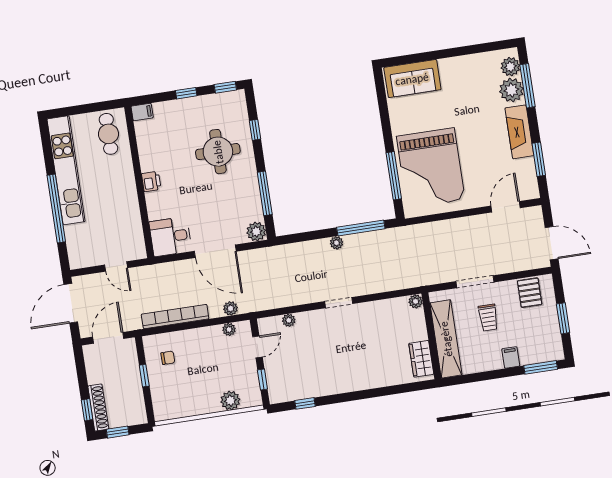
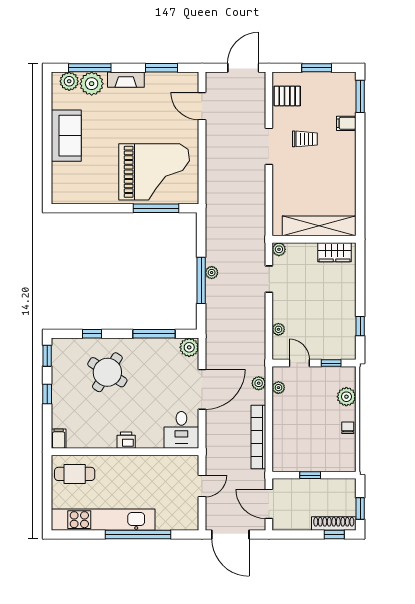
sofa: (412, 79) -> (66, 136), moved
fireplace: (519, 132) -> (126, 80), width x0.73, depth x0.76
round table: (218, 152) -> (107, 372), turned 33
window: (361, 228) -> (201, 280), moved
plant: (416, 301) -> (279, 249), moved
wall: (431, 336) -> (314, 239), moved
shelving: (446, 339) -> (319, 226), moved
chair: (168, 358) -> (348, 428), moved
wardrobe: (421, 359) -> (334, 252), moved

